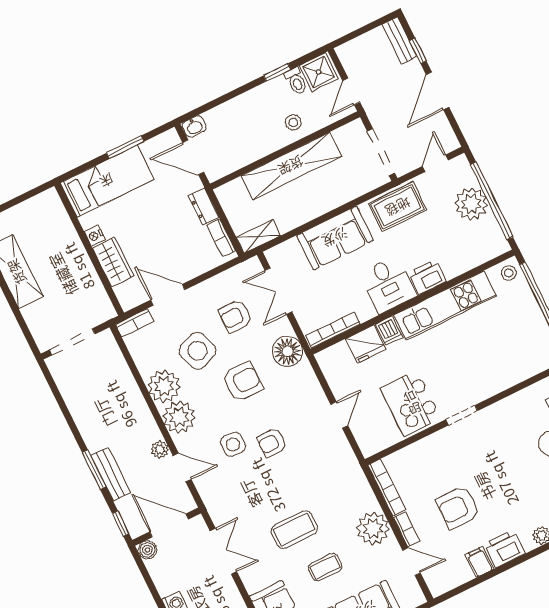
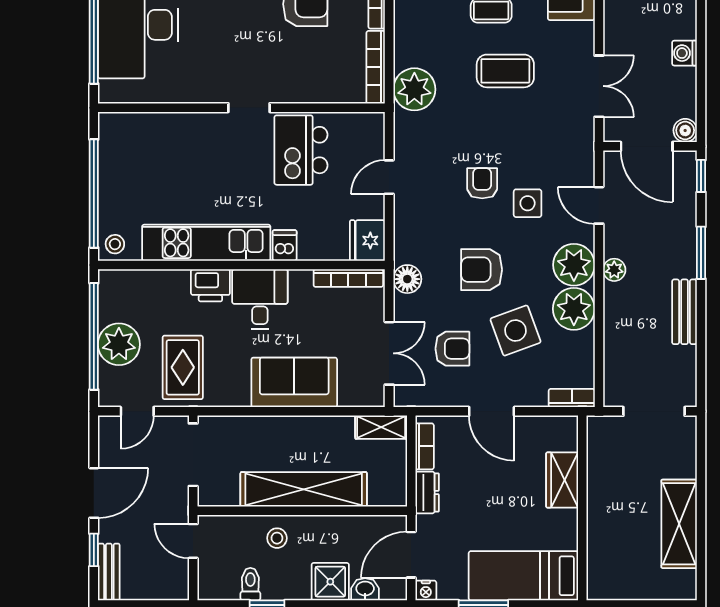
shower: (319, 72) -> (330, 582), moved
door: (351, 91) -> (193, 541), swing flipped
washbasin: (194, 127) -> (365, 589), moved
door: (193, 157) -> (411, 555), swing flipped
rug: (398, 207) -> (183, 367), moved, turned 90
nightstand: (95, 236) -> (426, 590), moved, turned 90
door: (168, 295) -> (492, 411), moved
fridge: (366, 344) -> (367, 241), moved, turned -90
floor lamp: (288, 351) -> (407, 279), width x0.73, depth x0.73
kitchen island: (411, 403) -> (301, 150), turned 180
armchair: (272, 443) -> (482, 183), turned -90
plant: (160, 449) -> (614, 270), moved
bench: (111, 474) -> (685, 312), moved
plant: (373, 528) -> (414, 89), moved
double door: (223, 551) -> (599, 86), swing flipped

